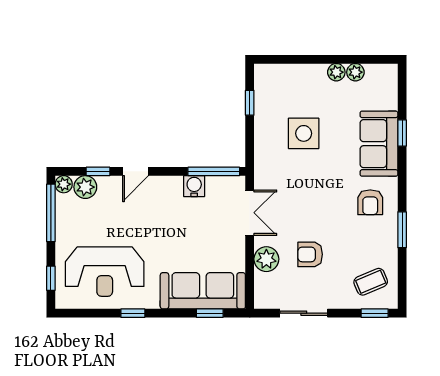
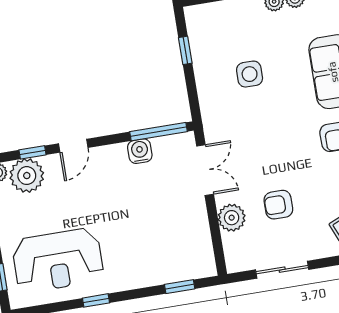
side table: (304, 133) -> (250, 74), width x0.73, depth x0.73
plant: (85, 187) -> (27, 176), width x1.36, depth x1.36
sofa: (203, 291) -> (168, 264), removed

